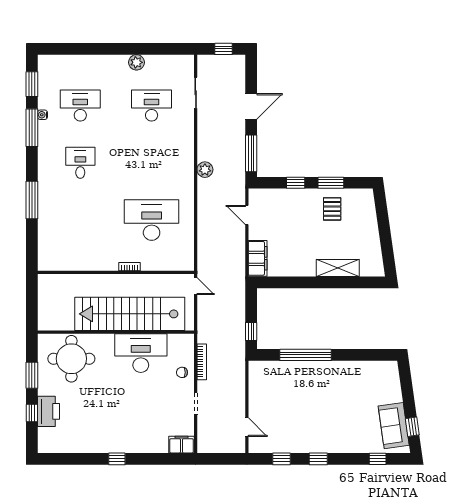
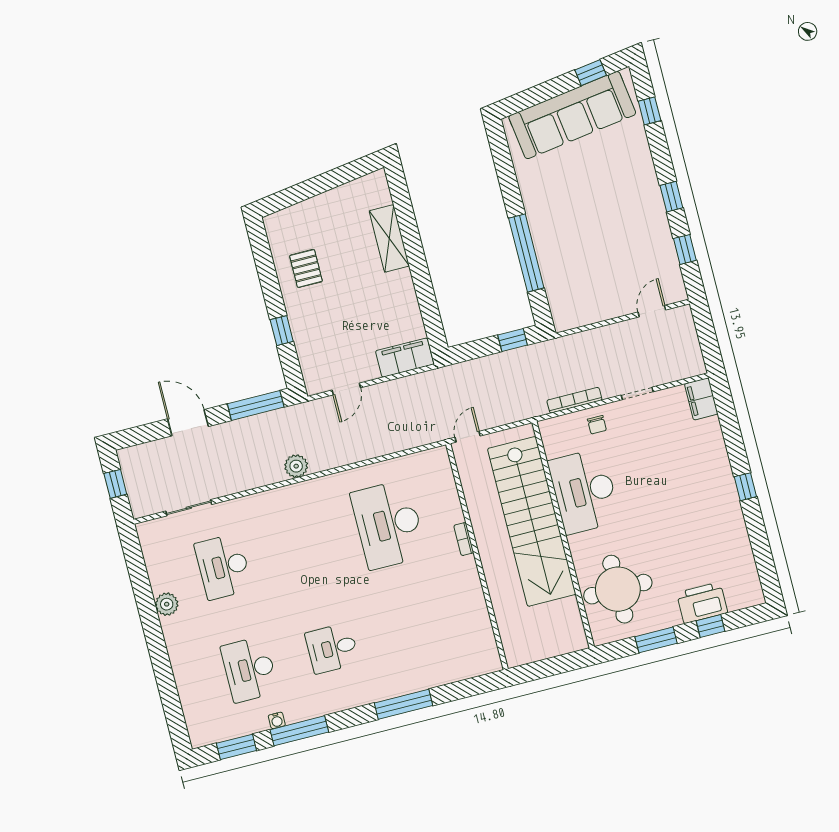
window: (331, 183) -> (269, 280), removed
pallet: (332, 209) -> (306, 268), turned 90
sofa: (394, 426) -> (572, 115), width x1.85, depth x1.27

